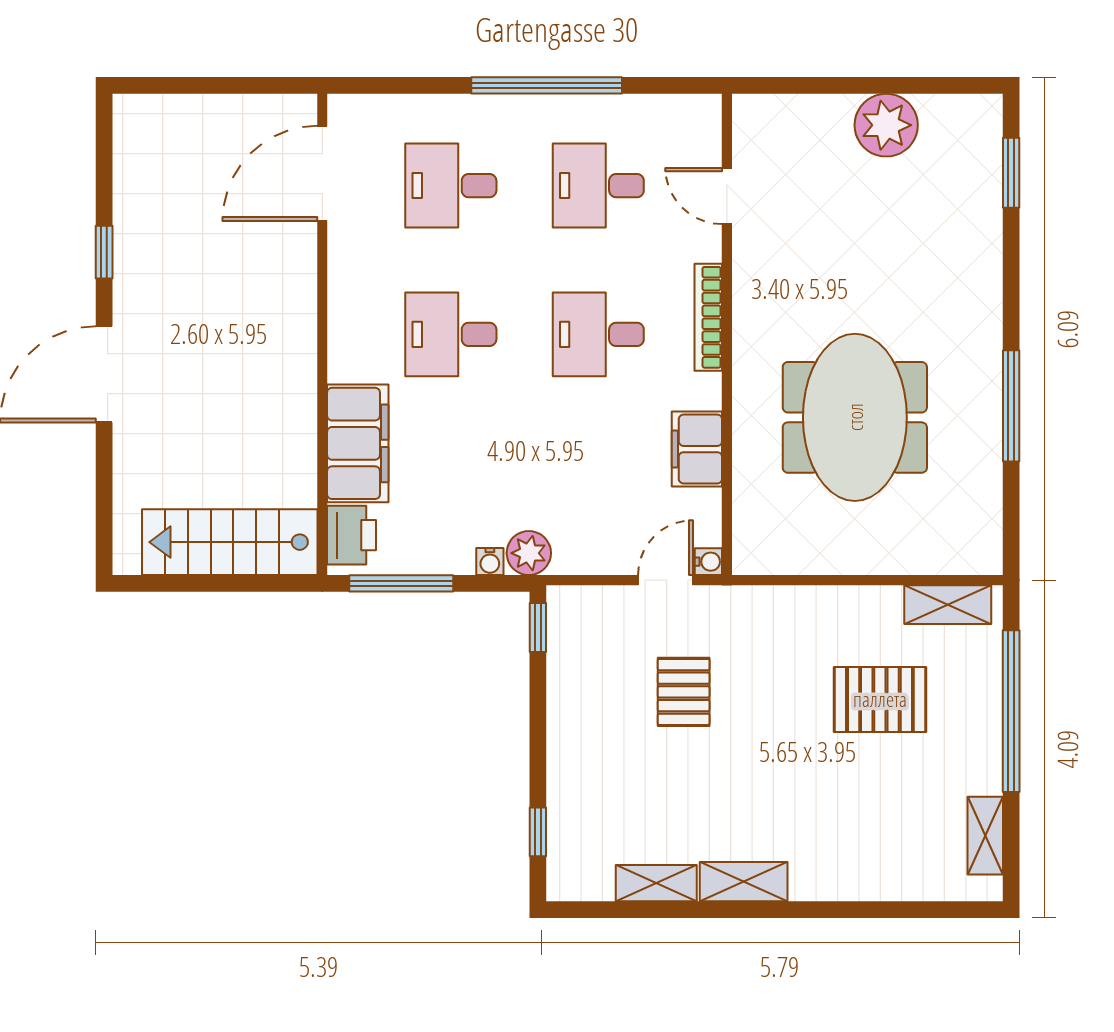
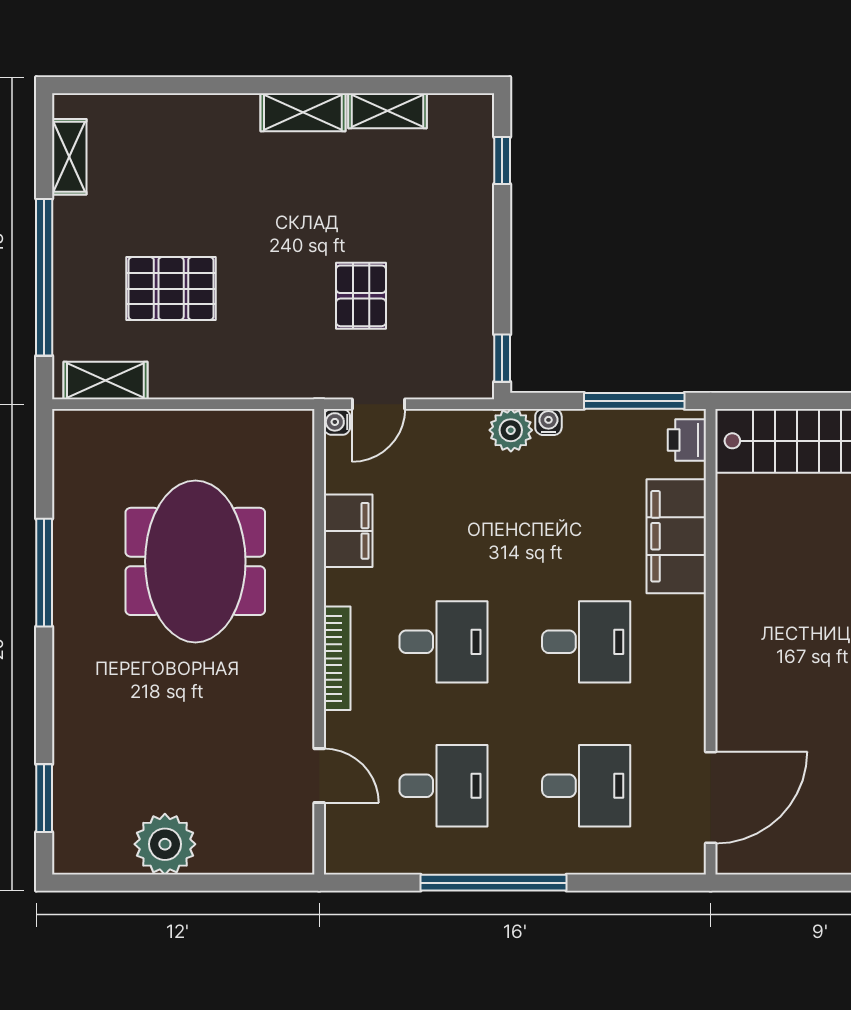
printer: (352, 535) -> (687, 440), width x0.73, depth x0.81

